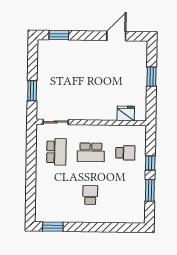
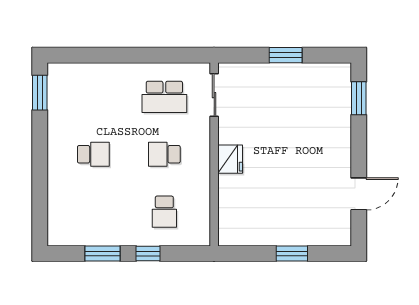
door: (116, 36) -> (359, 194), hinge flipped
window: (32, 91) -> (286, 55), moved
fridge: (126, 113) -> (230, 159), moved
school desk: (91, 152) -> (164, 154), width x0.54

